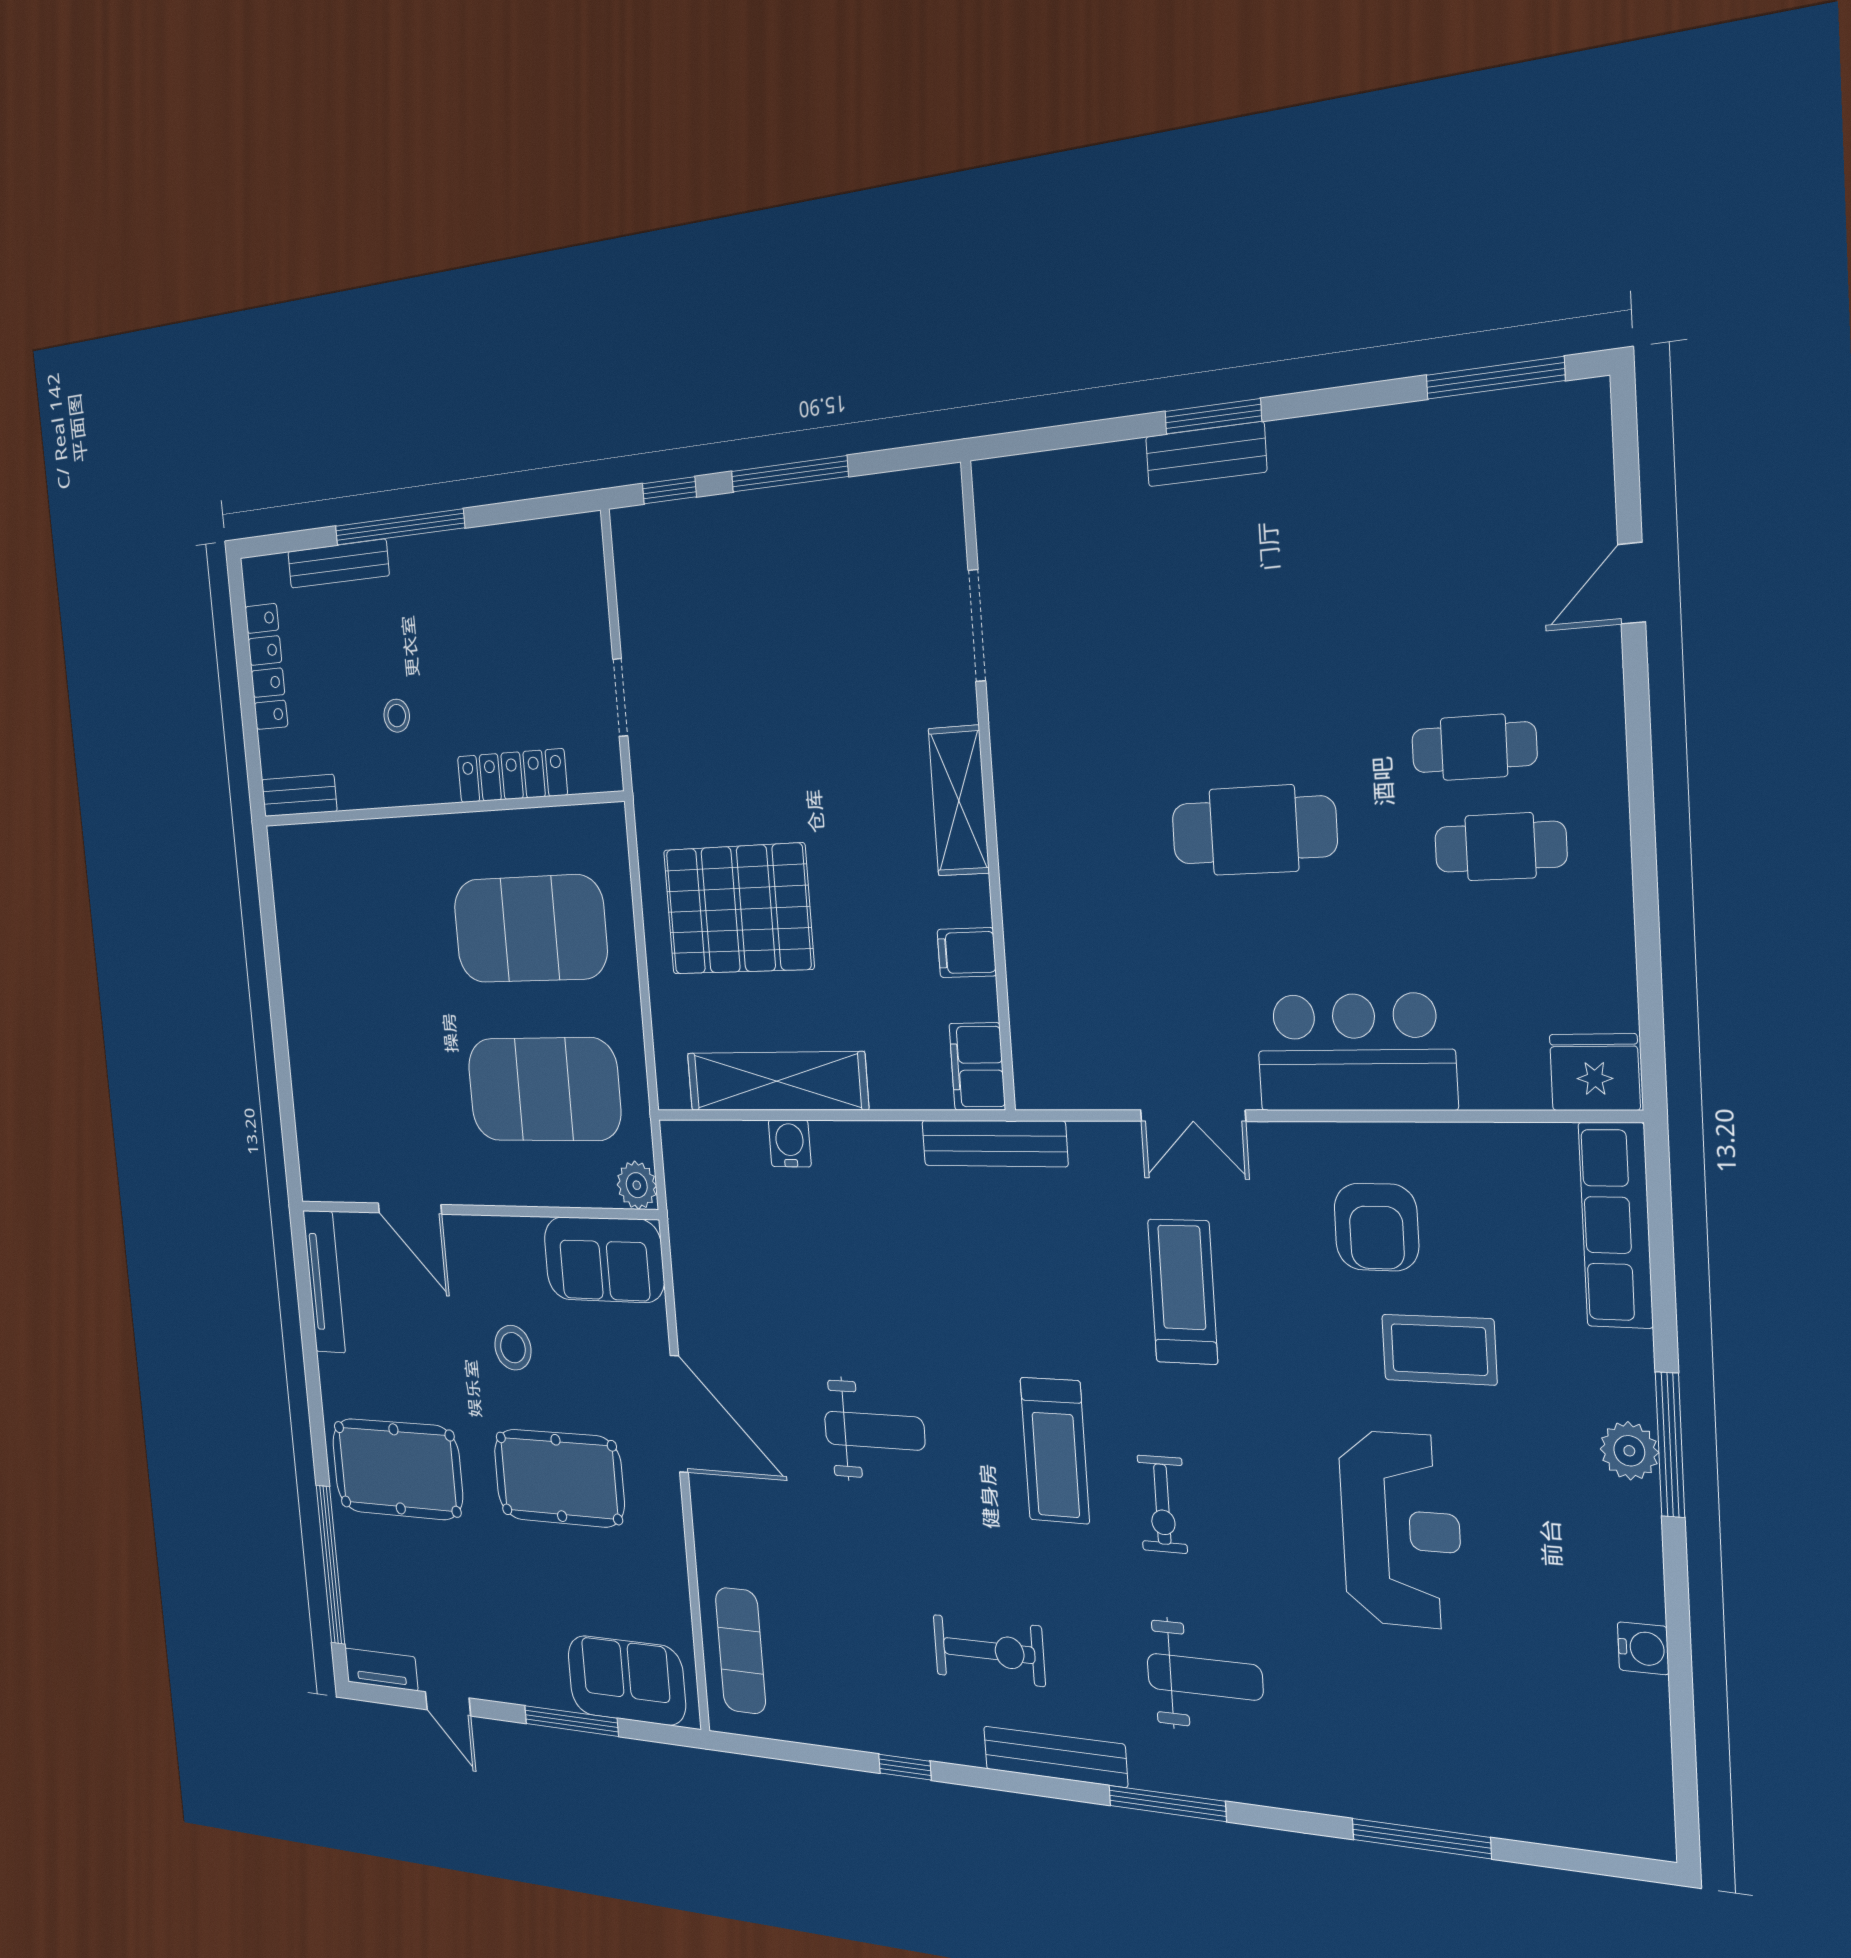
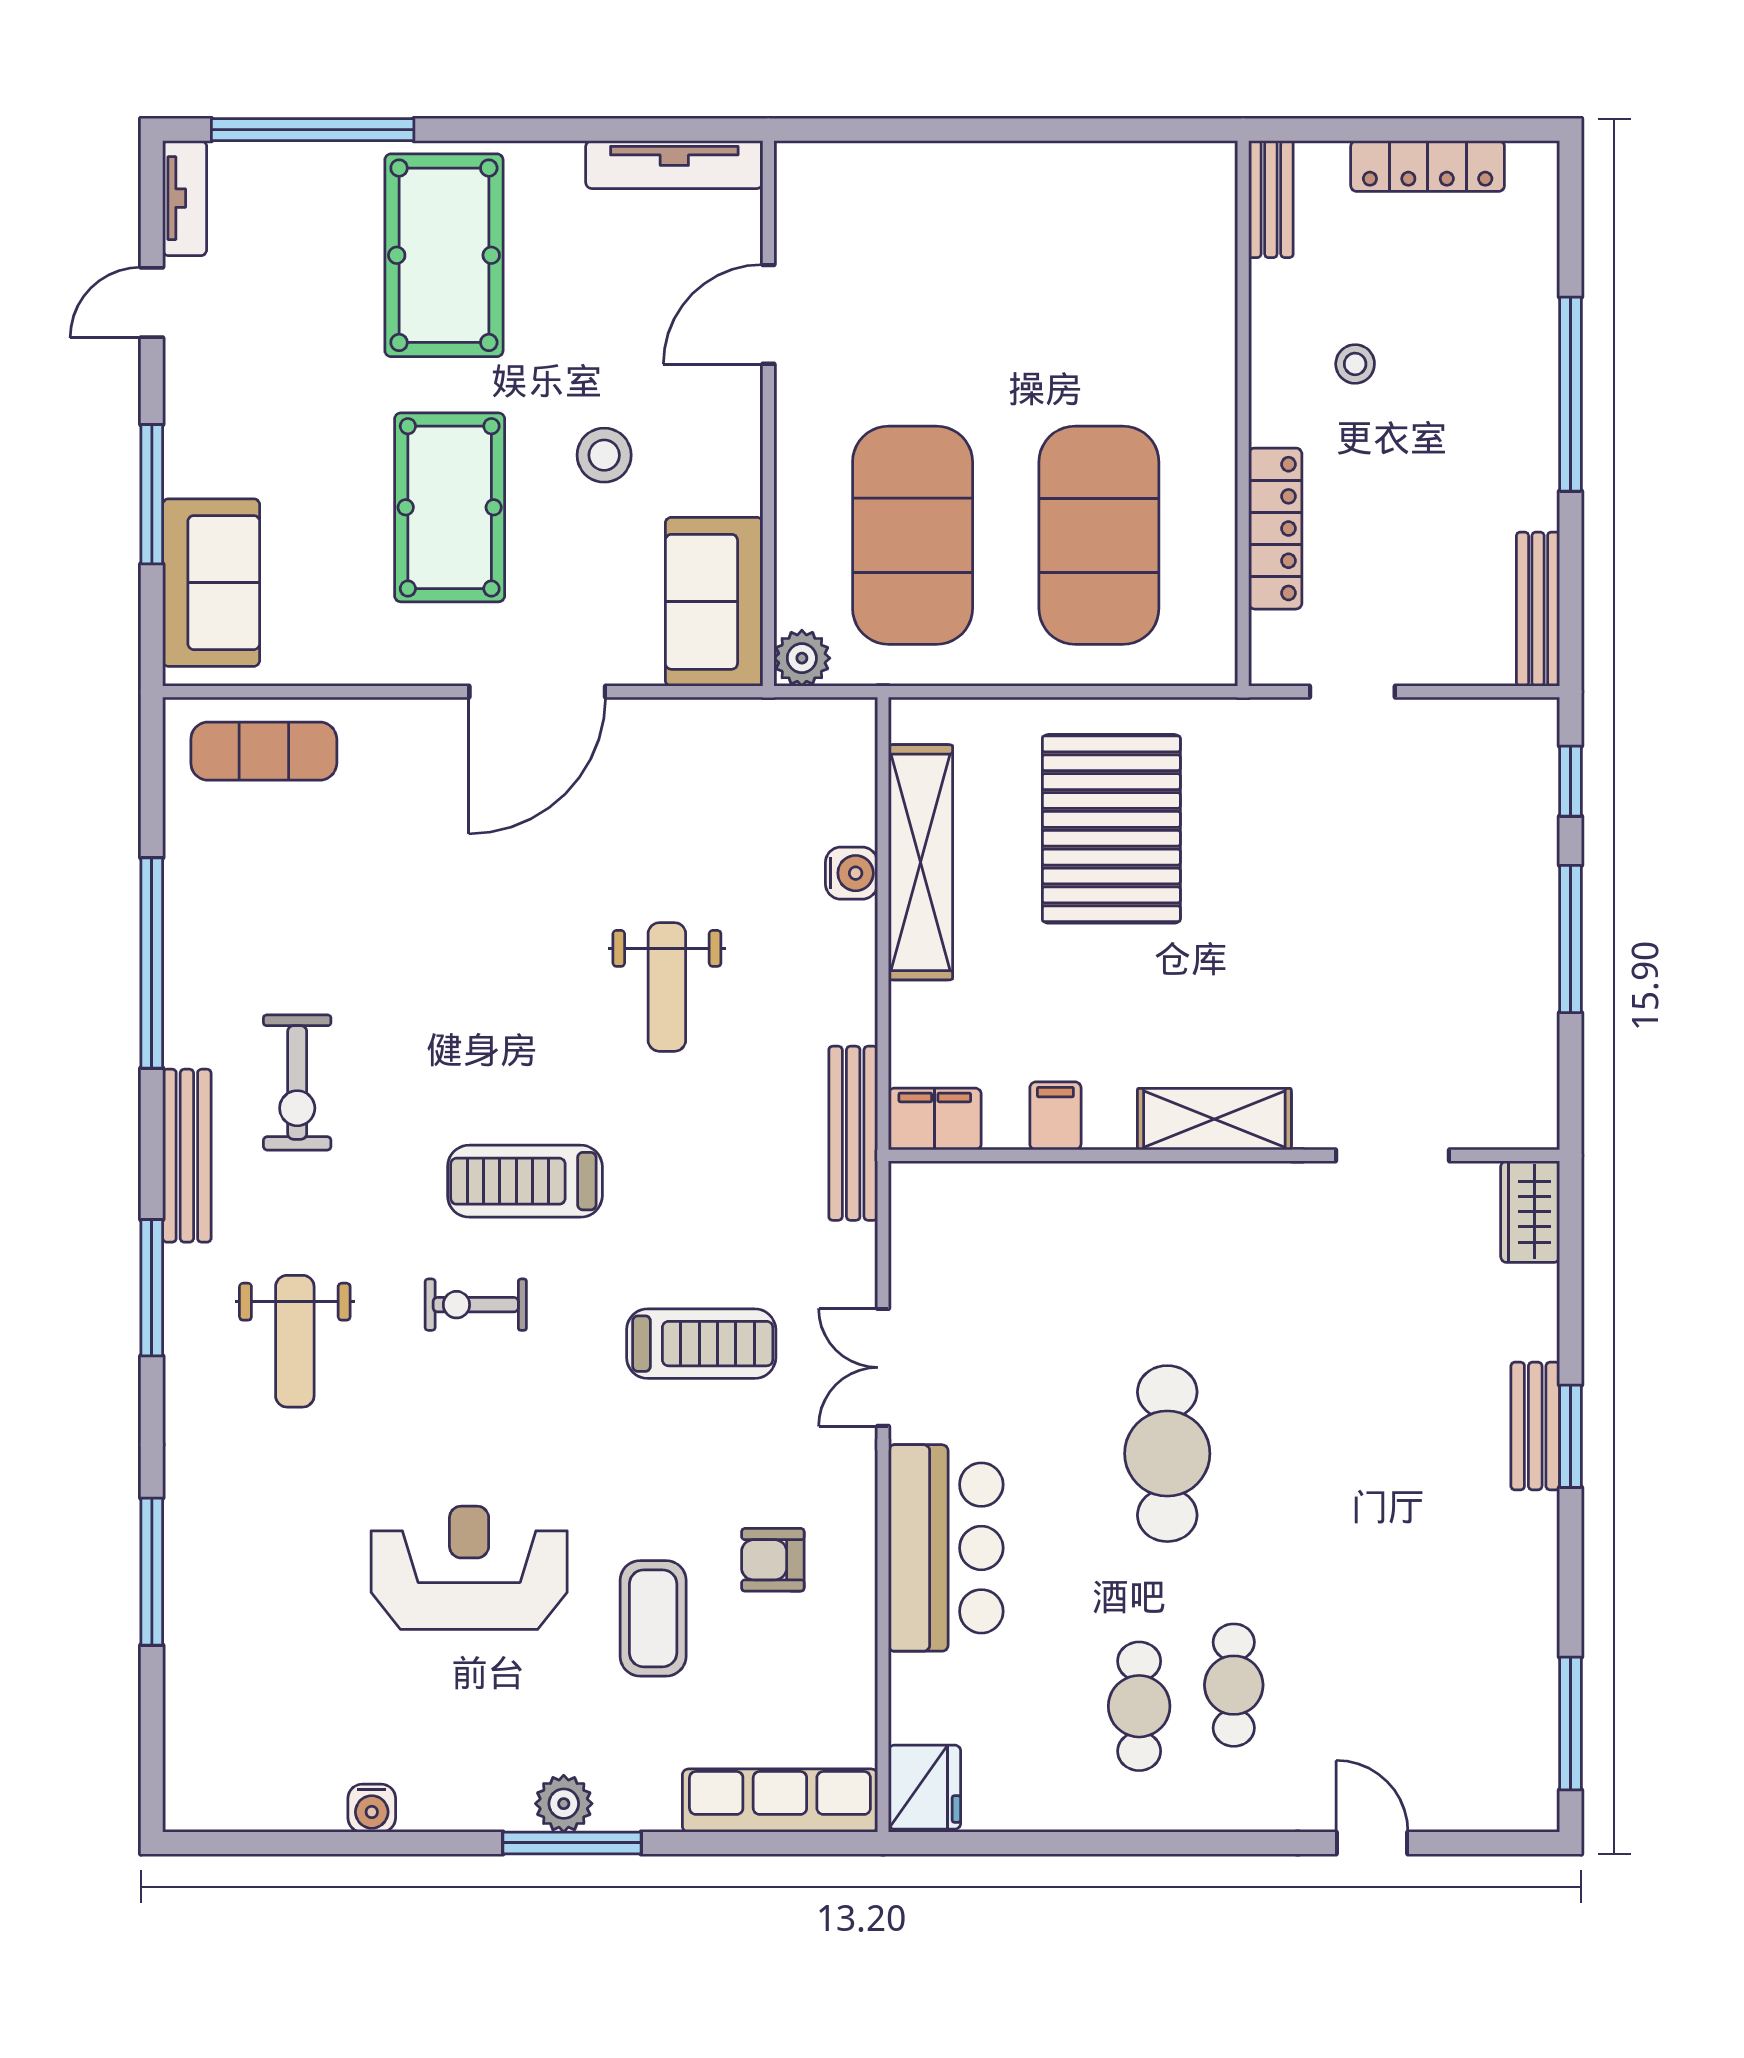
wardrobe: (1015, 484) -> (1530, 1212), added
bench: (338, 564) -> (1538, 609), moved
armchair: (1376, 1227) -> (773, 1560), width x0.72, depth x0.72
weight bench: (874, 1431) -> (667, 987), moved
reception desk: (1401, 1530) -> (469, 1568), turned 180
window: (905, 1767) -> (152, 963), width x3.17

